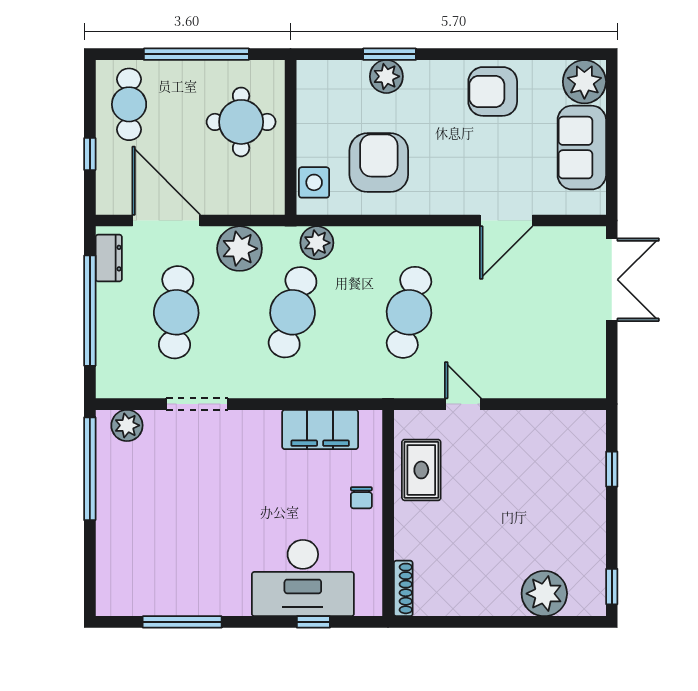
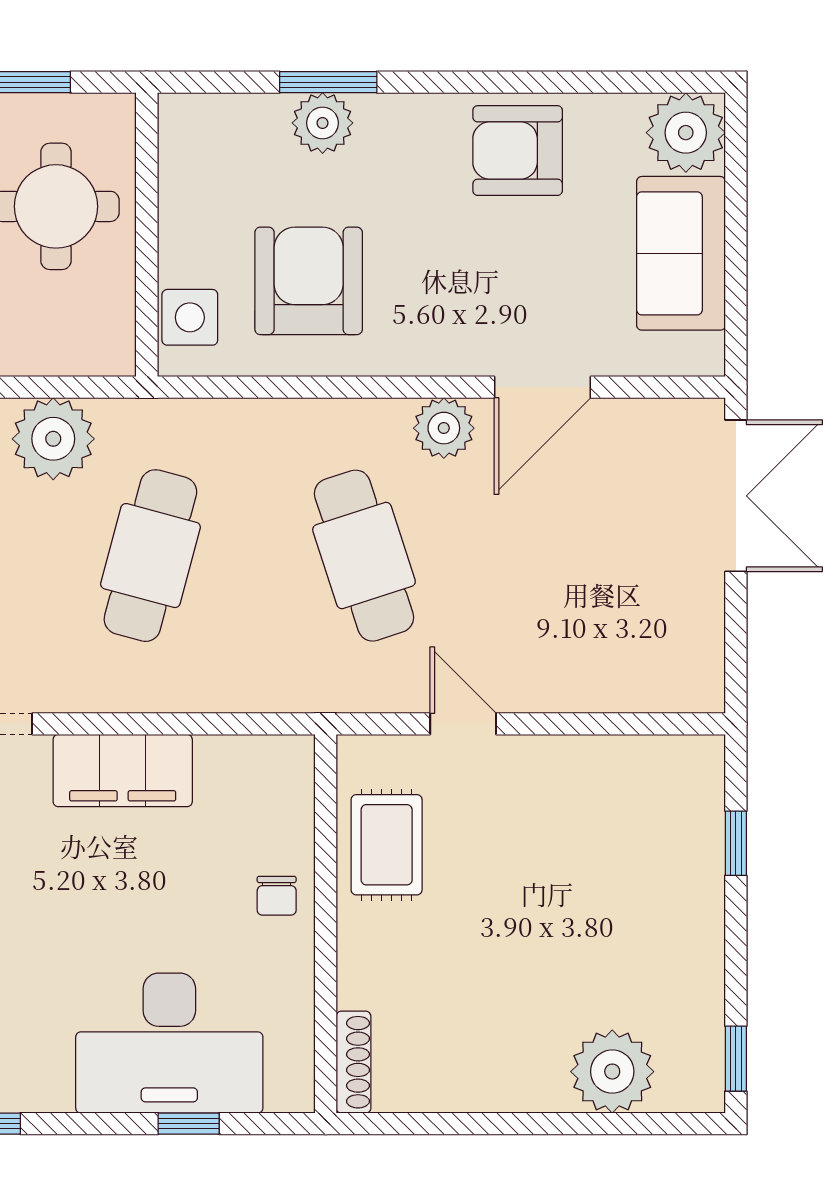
plant: (317, 243) -> (444, 428), moved
cafe table: (409, 312) -> (364, 556), turned -30
filing cabinet: (320, 429) -> (123, 771), moved

